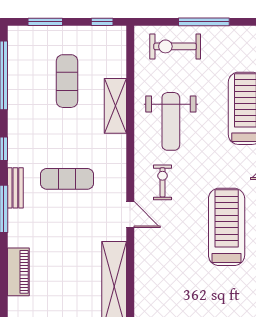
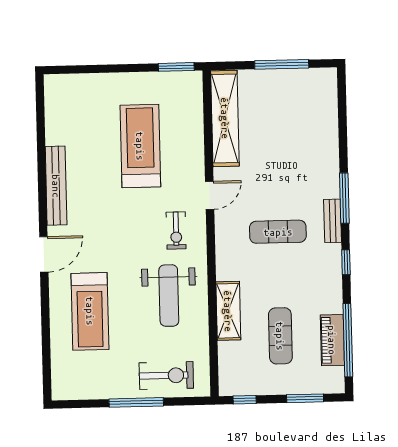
weight bench: (171, 121) -> (169, 296), turned 180
door: (130, 215) -> (210, 195), swing flipped
treadmill: (227, 227) -> (140, 146), moved, turned 180
piano: (18, 272) -> (332, 340), moved

